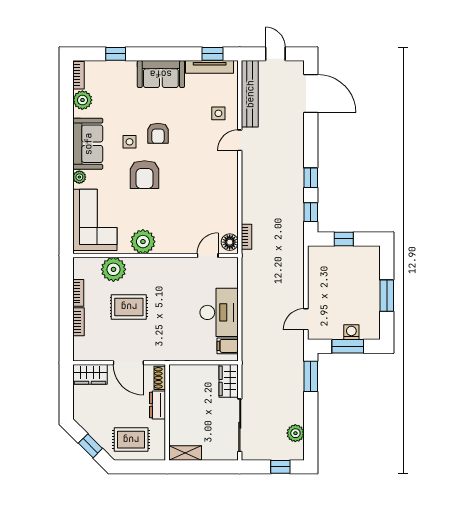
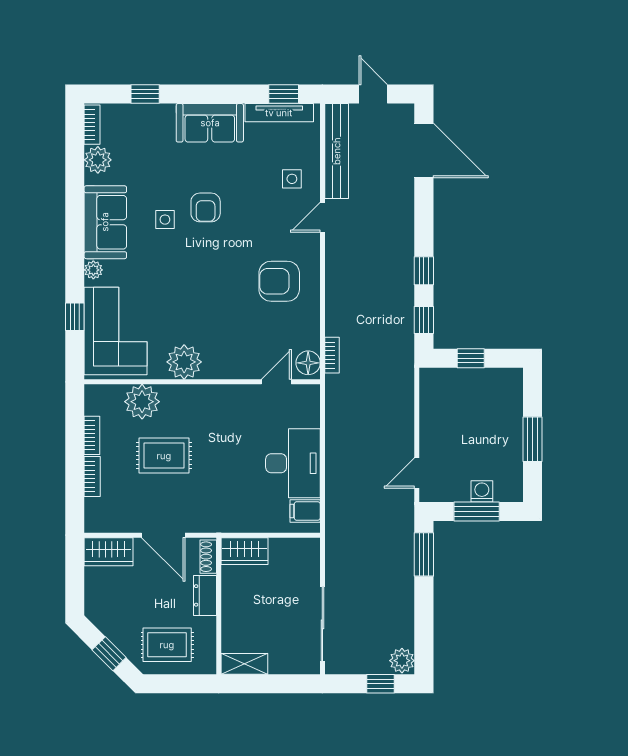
armchair: (145, 175) -> (279, 281), moved, turned 90
window: (66, 210) -> (75, 317), added
wardrobe: (229, 381) -> (244, 551), moved, turned -90
plant: (295, 433) -> (402, 661), moved

